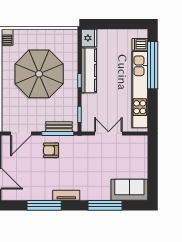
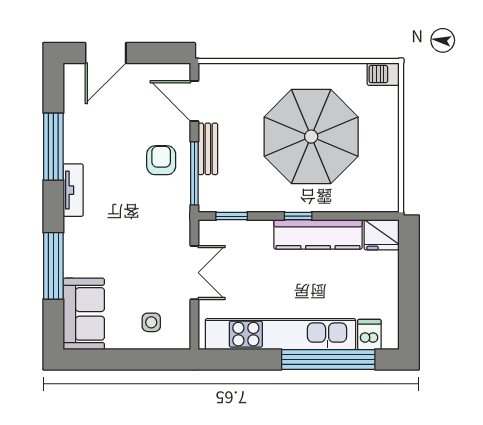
bench: (59, 127) -> (208, 149), moved
side table: (134, 155) -> (151, 322), added

